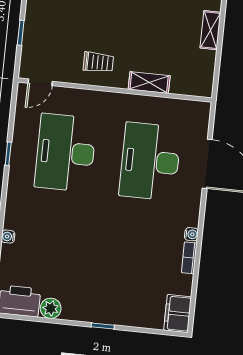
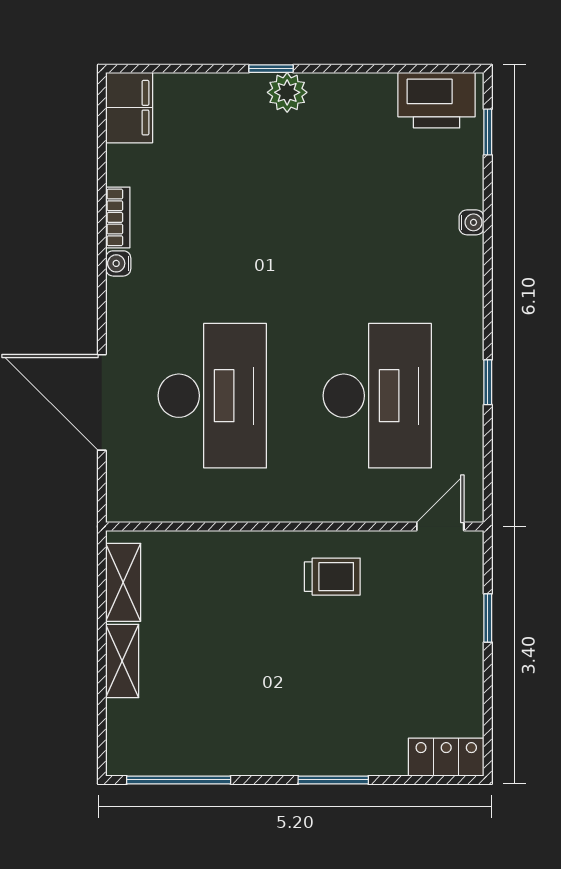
trolley: (98, 62) -> (332, 577), turned 180
shelving: (149, 82) -> (123, 582), moved, turned 90
plant: (51, 308) -> (287, 92), moved

